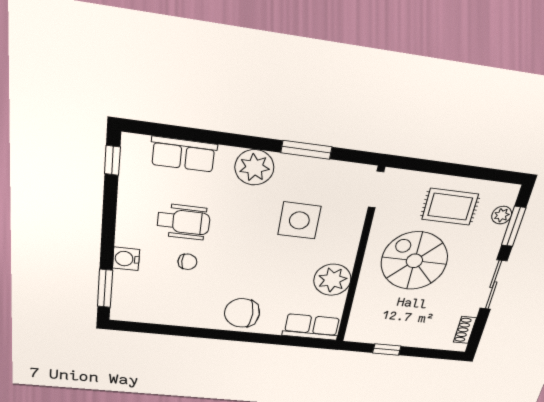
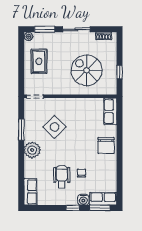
row of seats: (184, 154) -> (30, 192), moved
window: (112, 160) -> (73, 208), moved
plant: (502, 215) -> (29, 37), moved
side table: (299, 220) -> (54, 127), turned 45
spiral stairs: (414, 261) -> (87, 70), moved, turned 90
plant: (332, 280) -> (83, 107), removed
row of seats: (126, 297) -> (103, 199), added

